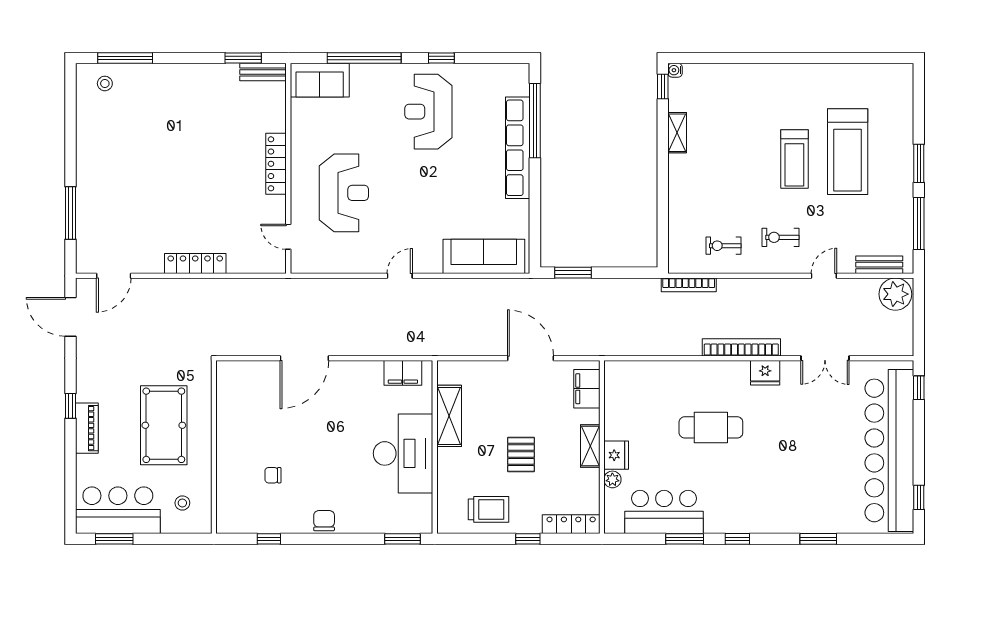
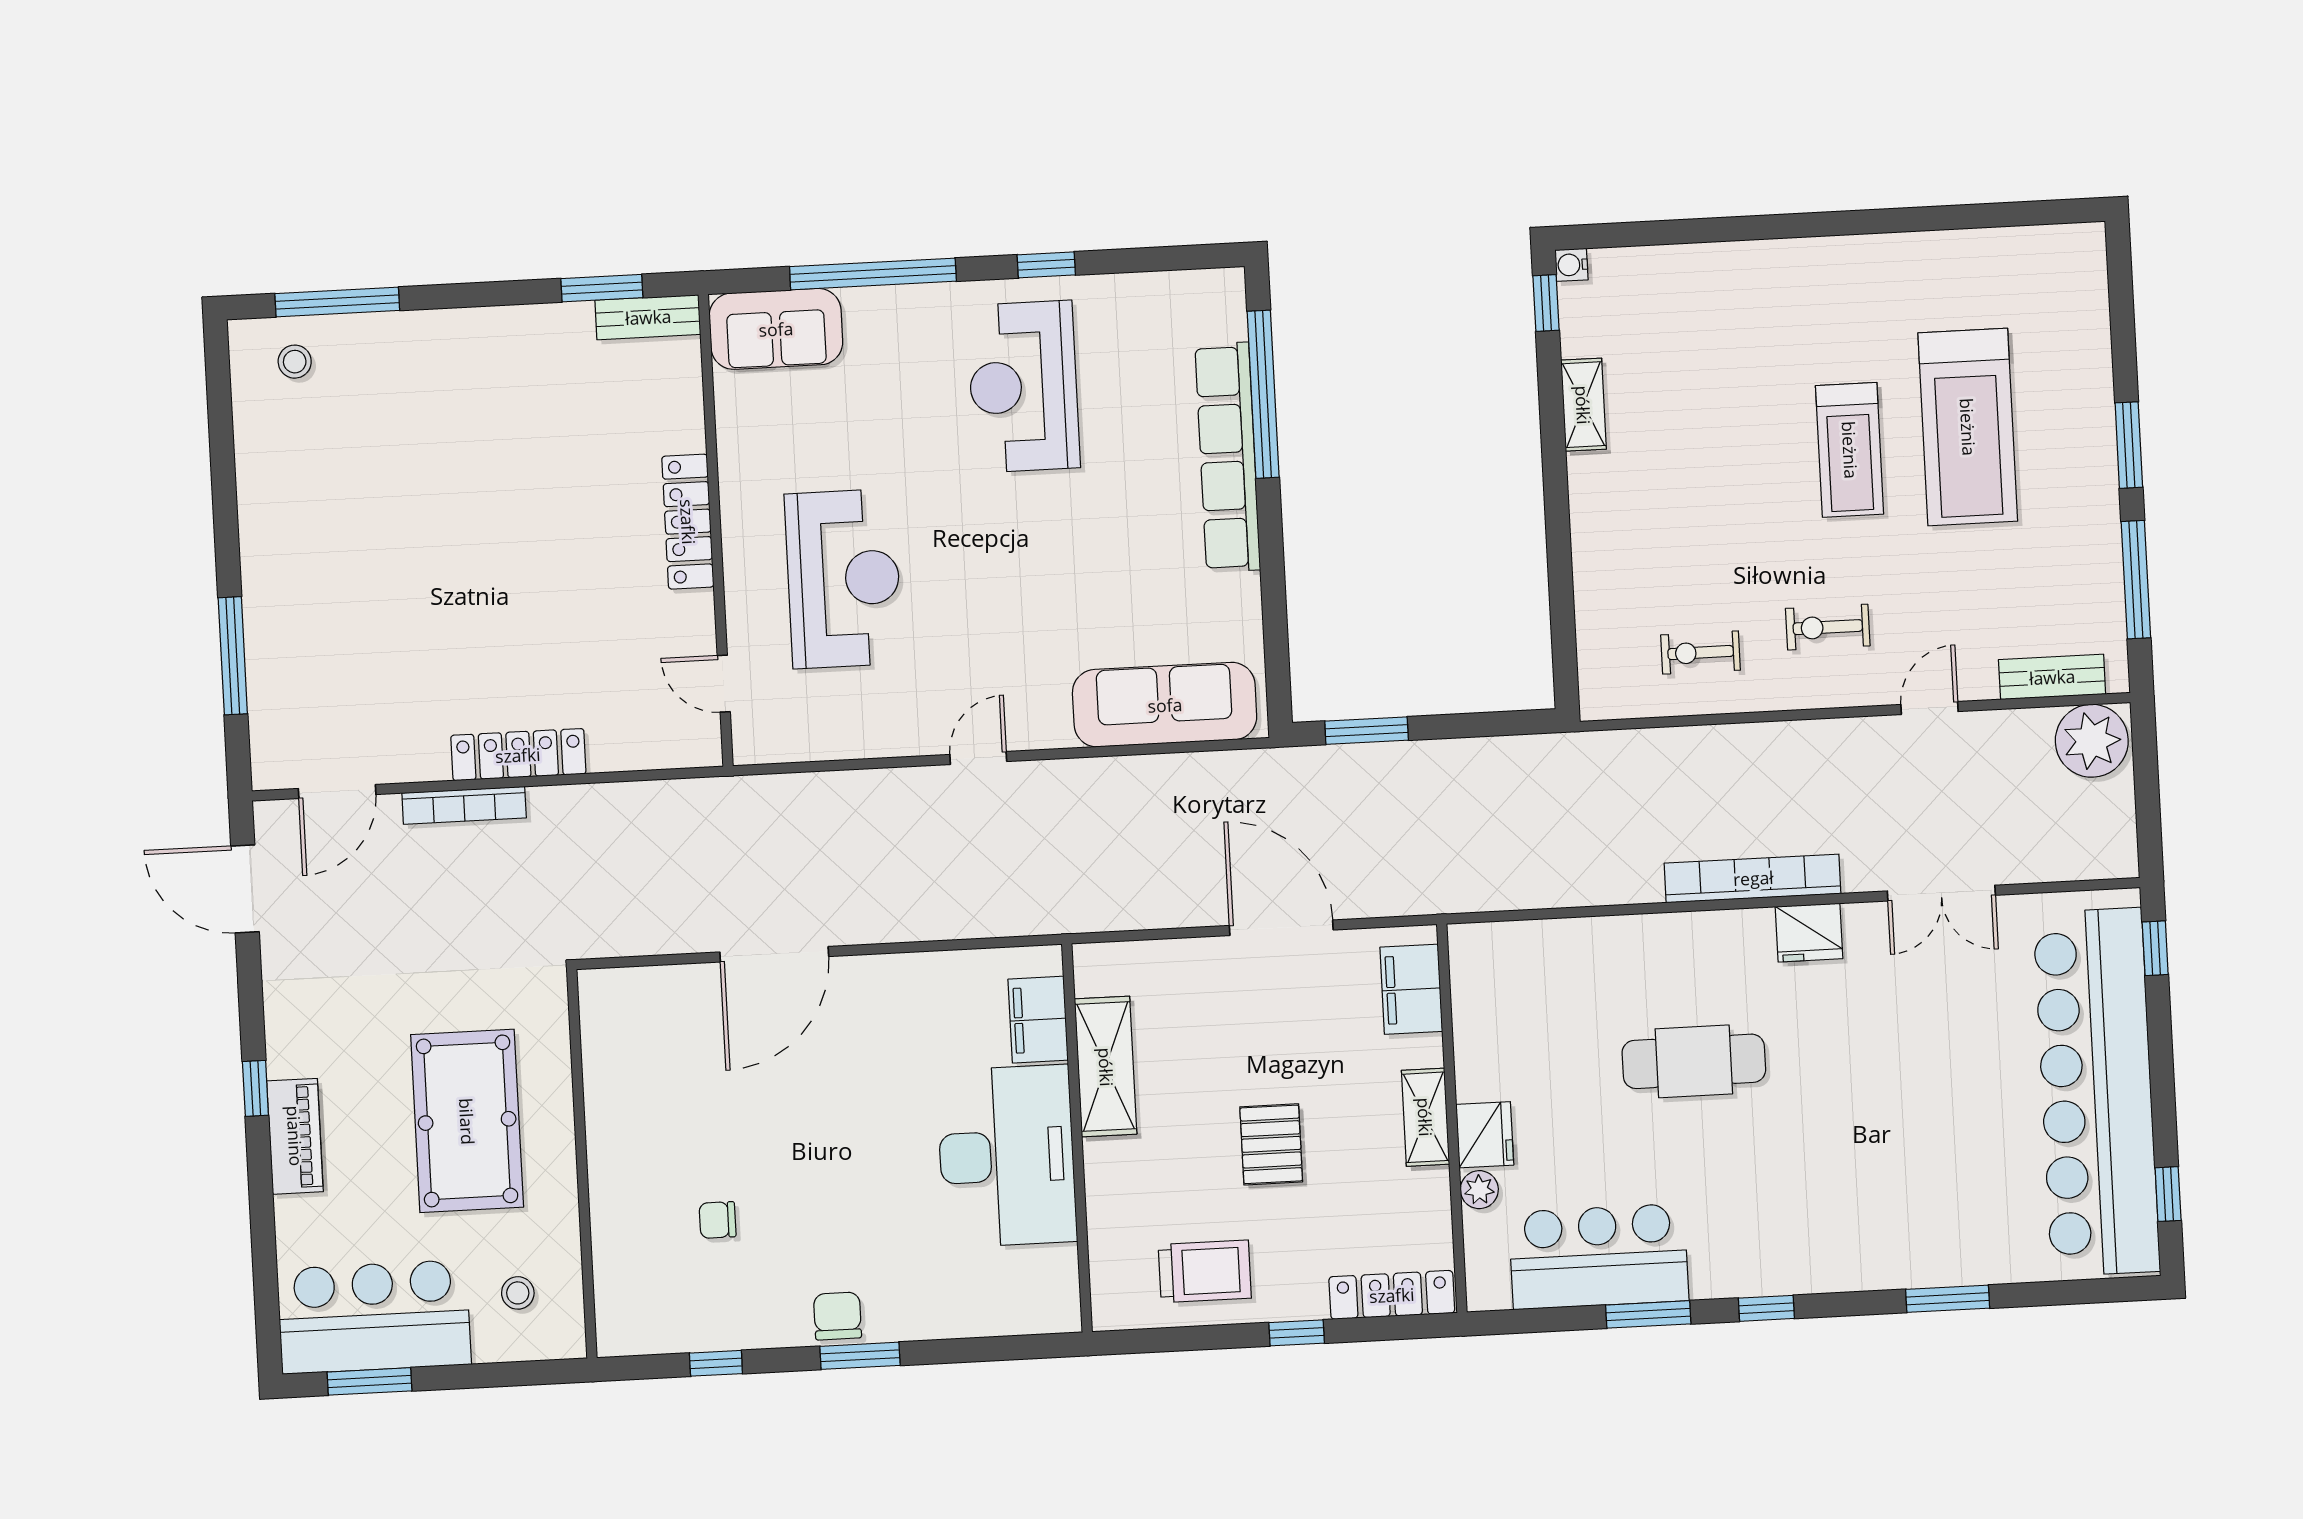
bookcase: (689, 285) -> (464, 805), moved
filing cabinet: (403, 373) -> (1038, 1020), moved, turned 90
window: (403, 539) -> (860, 1356), moved

